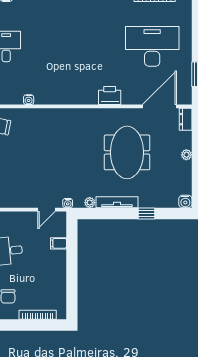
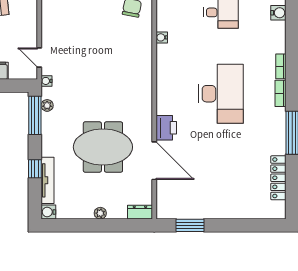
desk: (152, 46) -> (221, 94), moved
door: (159, 106) -> (154, 161), moved
tv unit: (117, 202) -> (47, 180), moved
window: (99, 213) -> (35, 115), added

